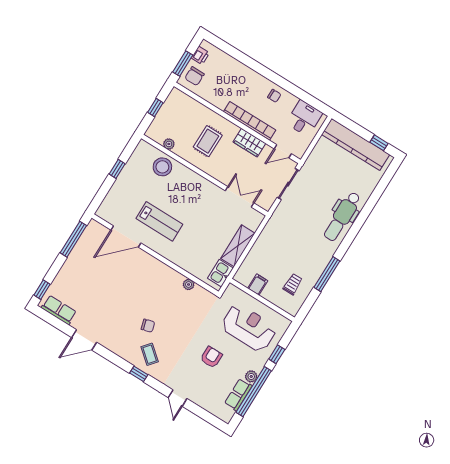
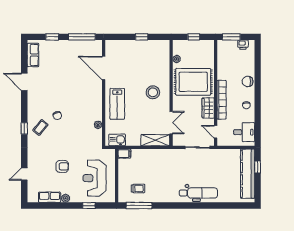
chair: (194, 76) -> (248, 81), moved
rug: (208, 141) -> (193, 82), width x1.86, depth x2.06
window: (379, 143) -> (258, 167), moved
stool: (162, 167) -> (153, 92), moved
dental chair: (342, 216) -> (198, 193), turned 180
lab bench: (159, 221) -> (117, 104), moved
shelving: (238, 246) -> (155, 140), moved
window: (327, 274) -> (139, 206), moved
filing cabinet: (258, 285) -> (124, 154), moved
window: (42, 290) -> (52, 37), moved
reception desk: (249, 328) -> (95, 178), turned 180
window: (254, 392) -> (57, 206), removed
door: (178, 398) -> (24, 174), moved

